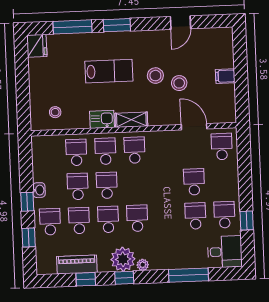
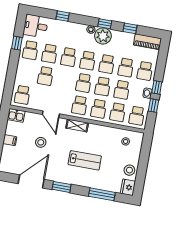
door: (180, 23) -> (31, 181), width x1.88
window: (117, 25) -> (62, 187), moved
lab bench: (109, 71) -> (85, 160), turned 180
stool: (155, 76) -> (129, 170), moved
kitchen sink: (102, 119) -> (16, 115), moved
door: (194, 127) -> (51, 114), moved
school desk: (47, 154) -> (137, 116), added
school desk: (136, 184) -> (84, 83), added
school desk: (166, 217) -> (69, 57), added
window: (29, 238) -> (153, 106), moved
piano: (77, 265) -> (147, 42), moved
window: (189, 275) -> (63, 16), width x0.46

